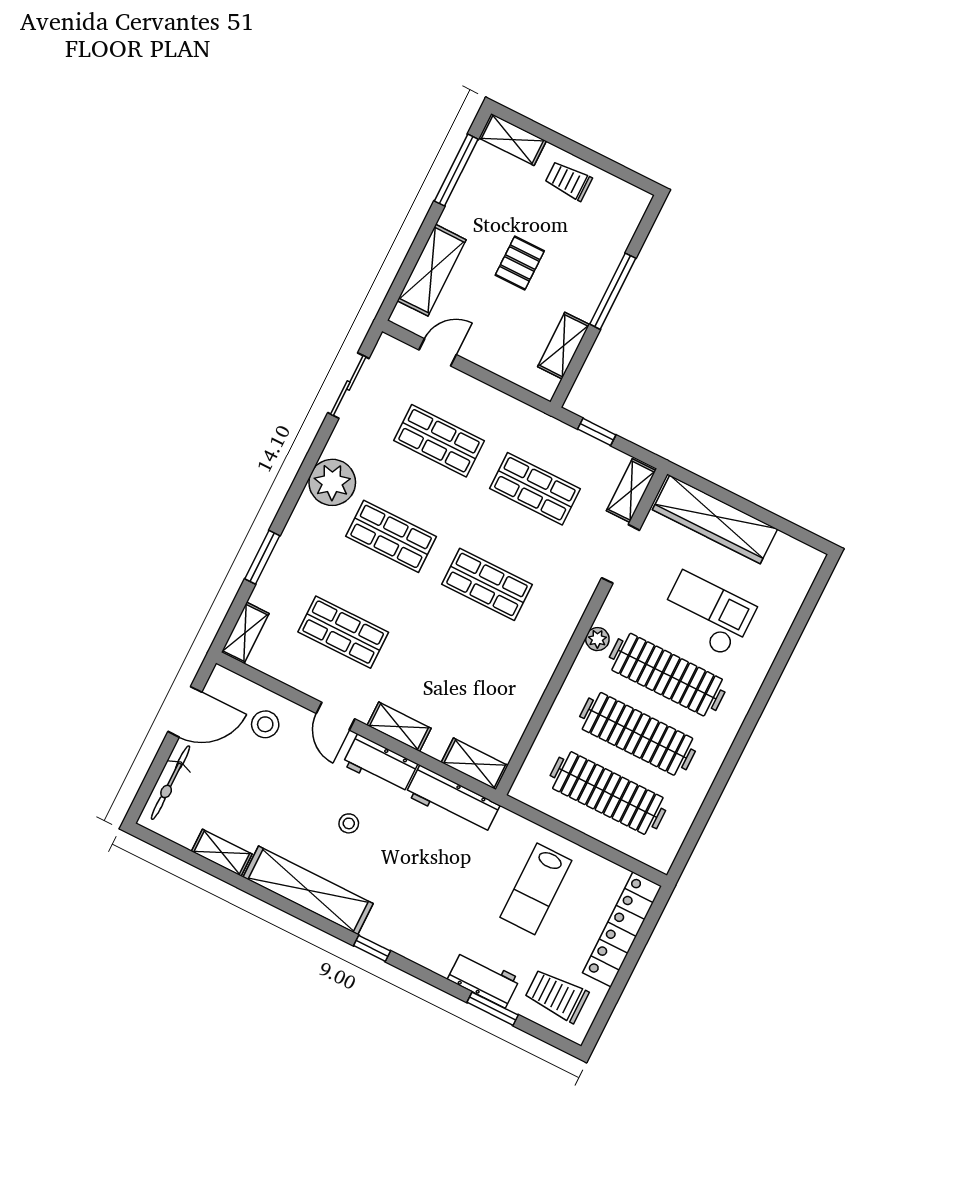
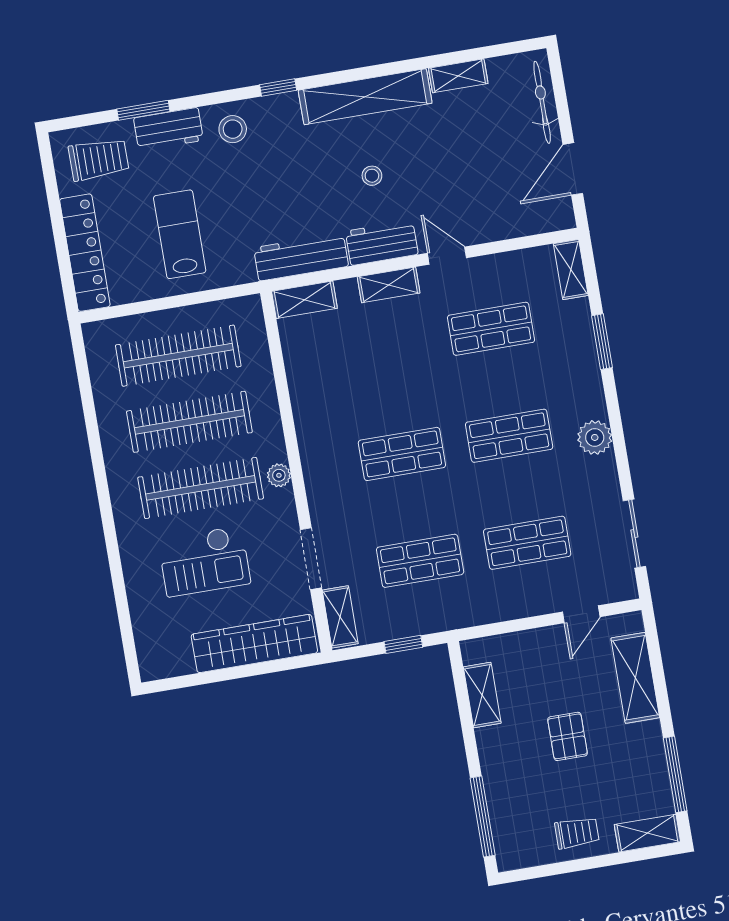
window: (613, 291) -> (483, 817), moved
plant: (332, 482) -> (595, 437), width x0.73, depth x0.73
stool: (265, 724) -> (233, 129), moved

